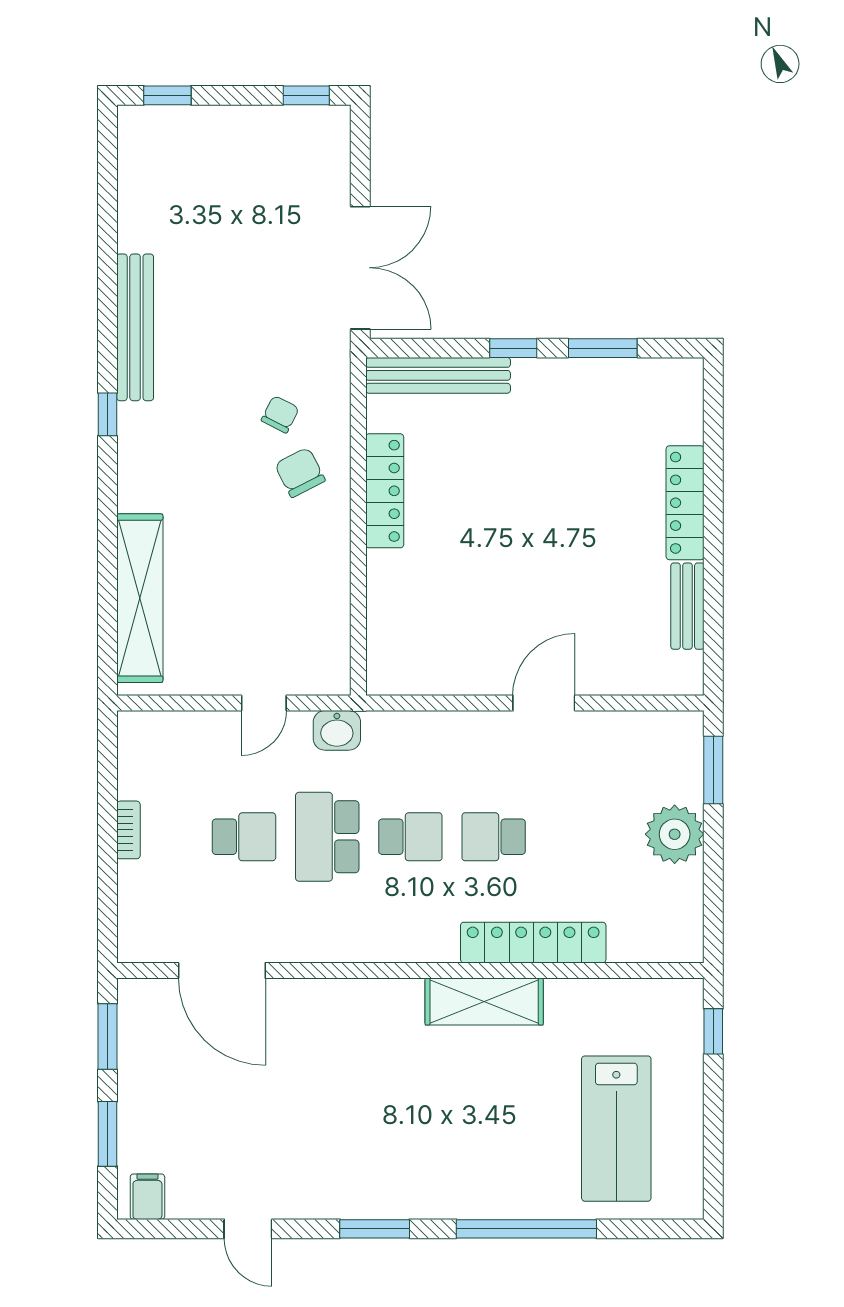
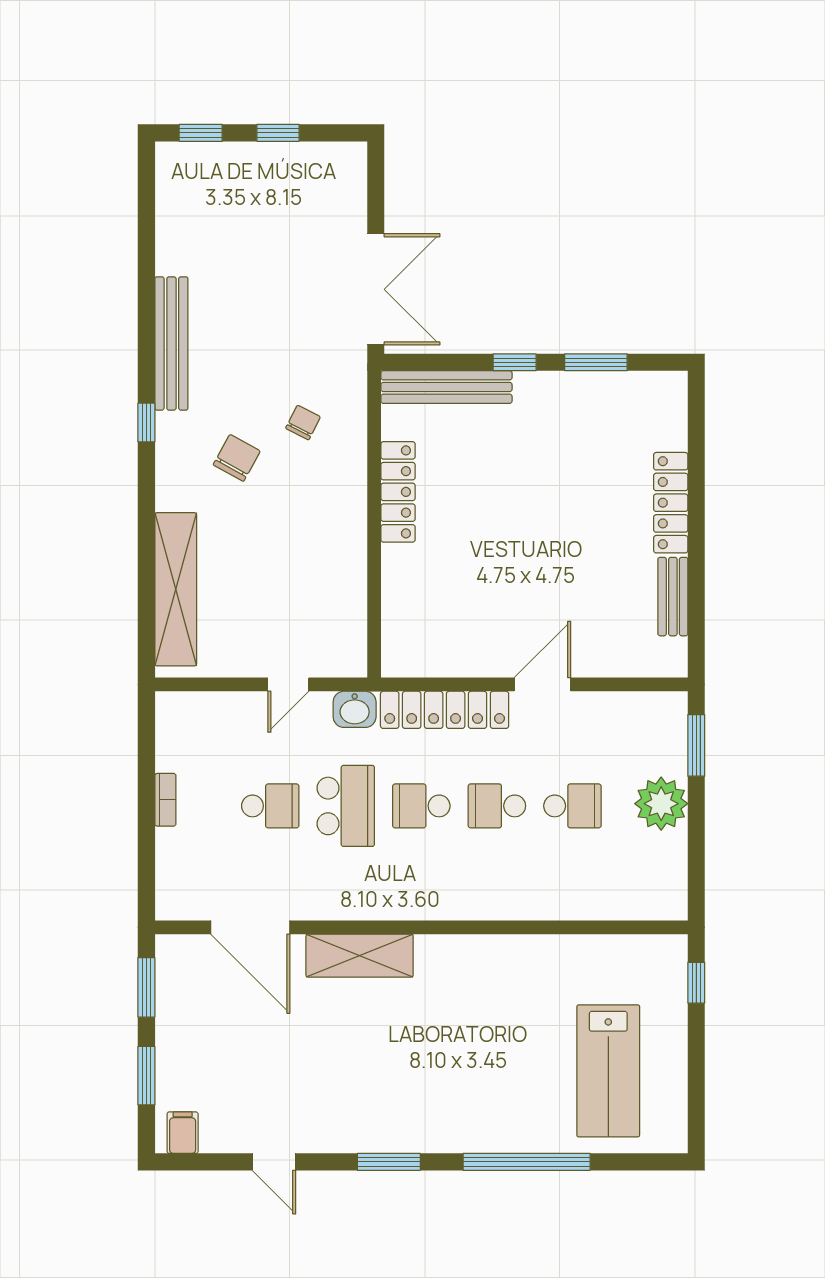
window: (306, 95) -> (278, 133), moved
chair: (300, 472) -> (237, 458), moved, turned 56
school desk: (327, 837) -> (346, 806), turned 180
school desk: (410, 837) -> (421, 806), turned 180
school desk: (577, 837) -> (572, 806), added
locker: (533, 943) -> (445, 710), moved, turned 180
shelving: (484, 1002) -> (360, 956), moved

